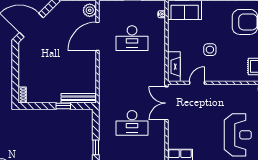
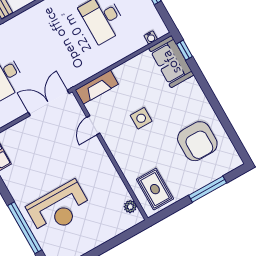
door: (197, 83) -> (93, 125), swing flipped

